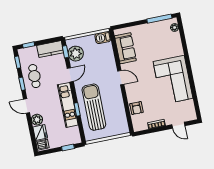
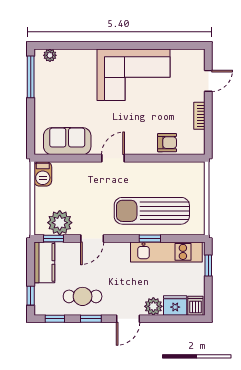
door: (70, 75) -> (92, 238), swing flipped
kitchen unit: (68, 105) -> (166, 252), moved

